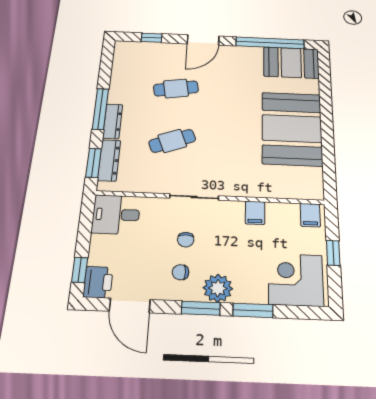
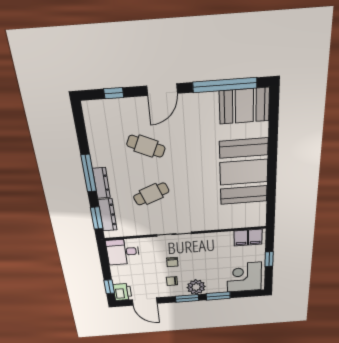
cafe table: (176, 88) -> (146, 146), turned 33
filing cabinet: (255, 213) -> (241, 238), moved

